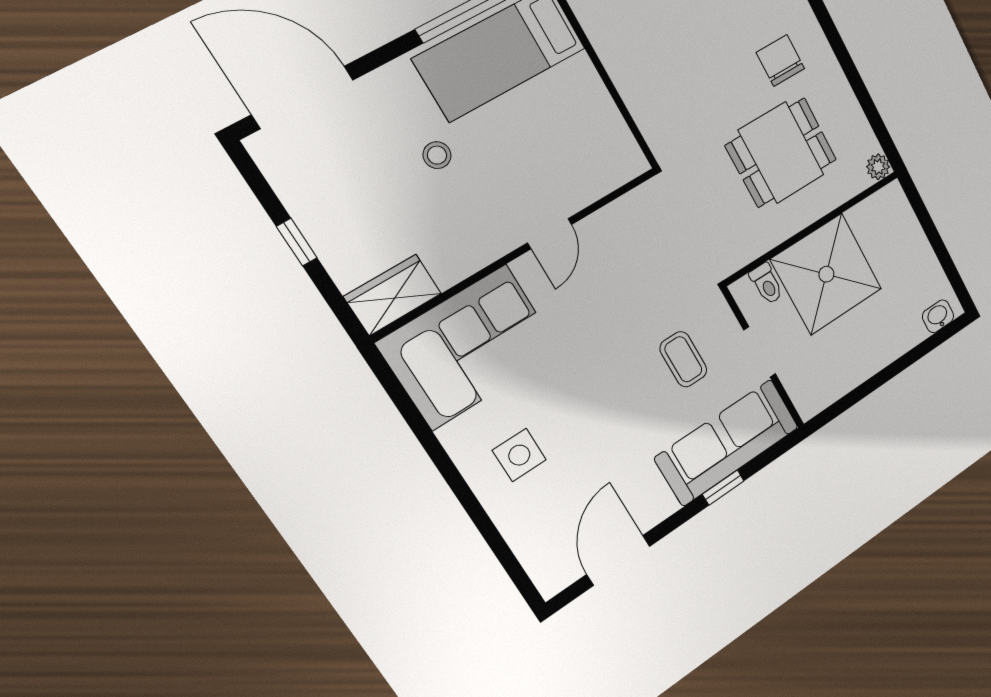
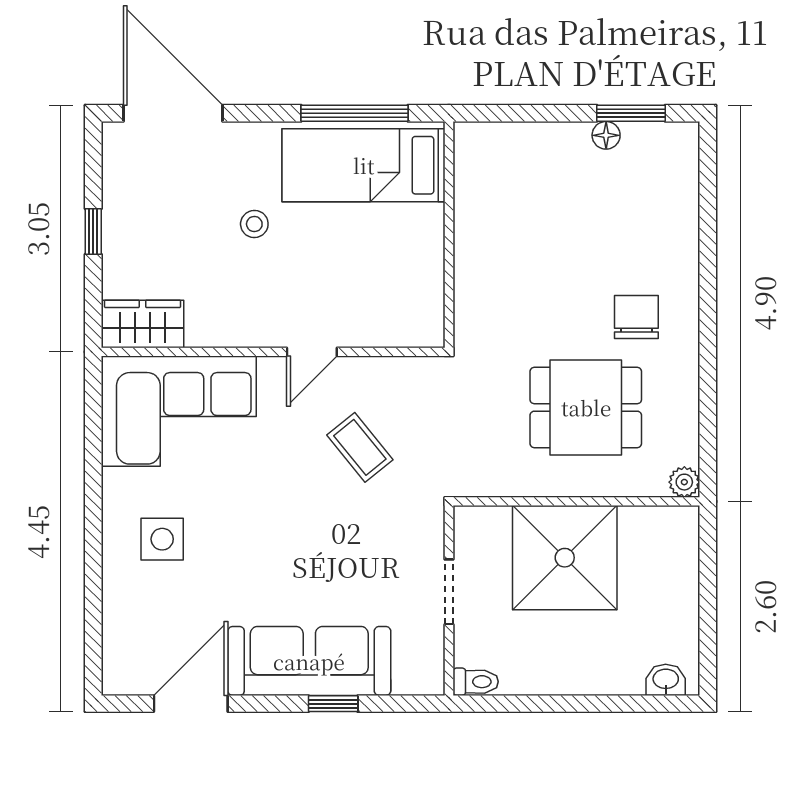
toilet: (766, 284) -> (476, 682), moved, turned -90
coffee table: (683, 359) -> (360, 447), moved, turned -39
sofa: (727, 442) -> (309, 661), moved

